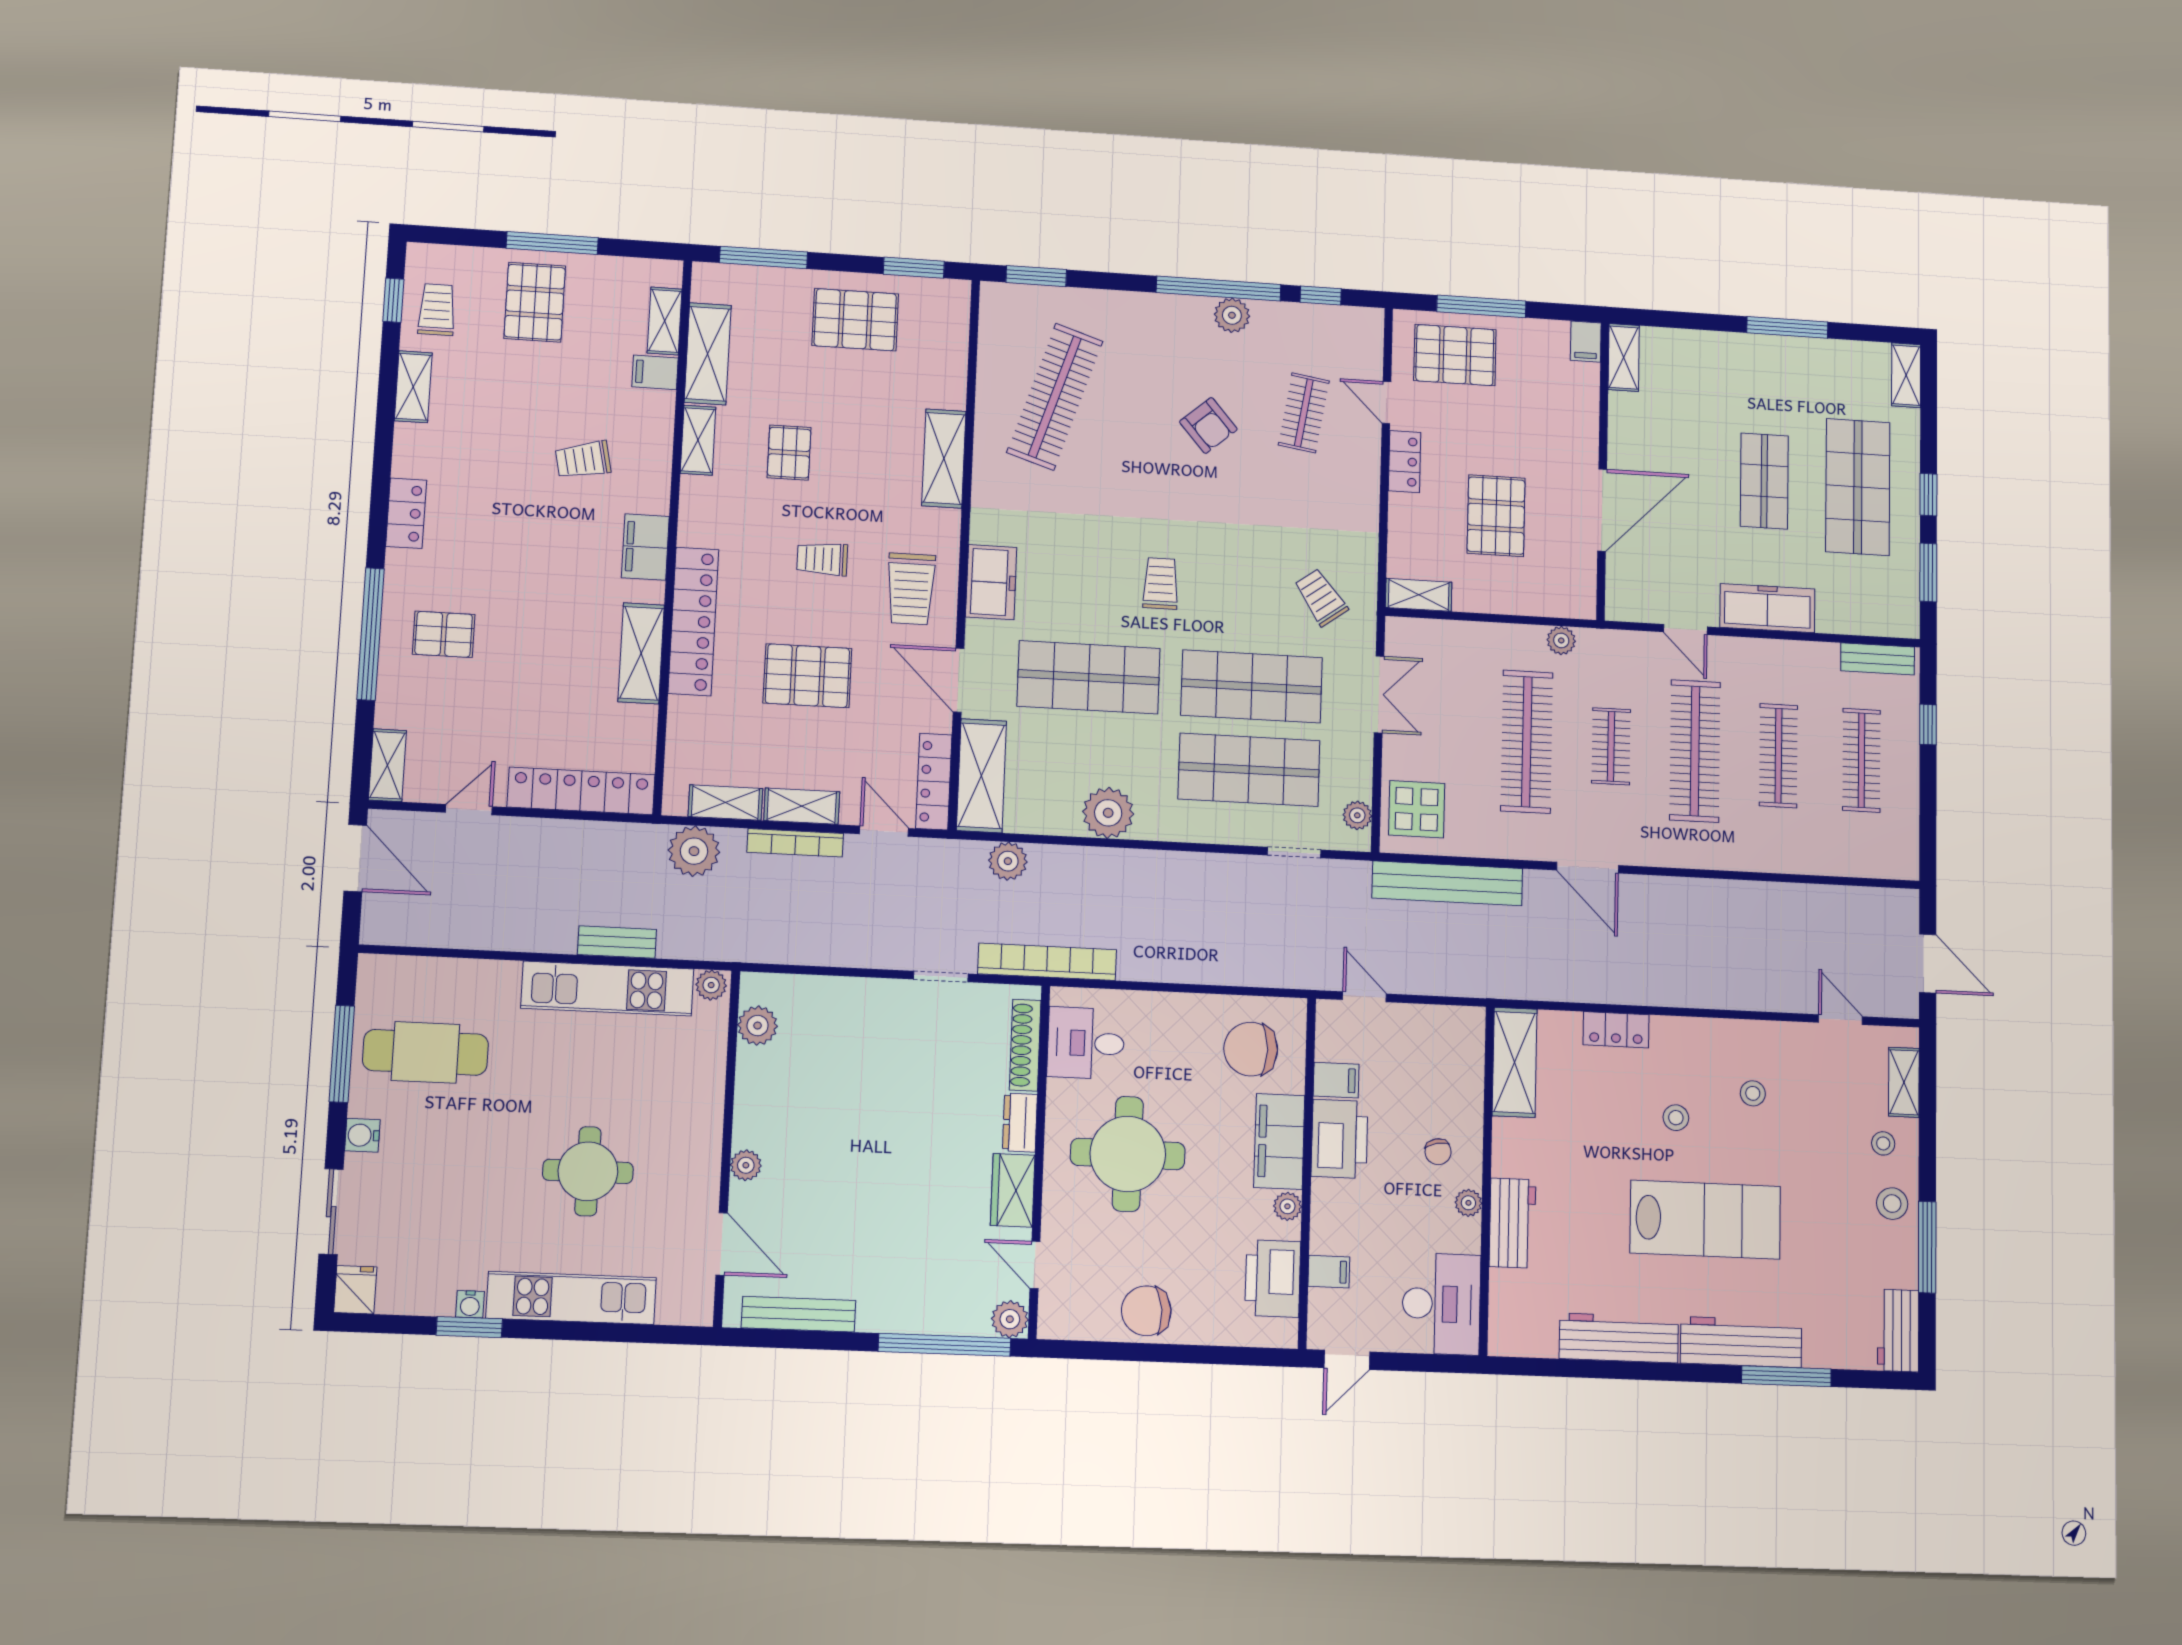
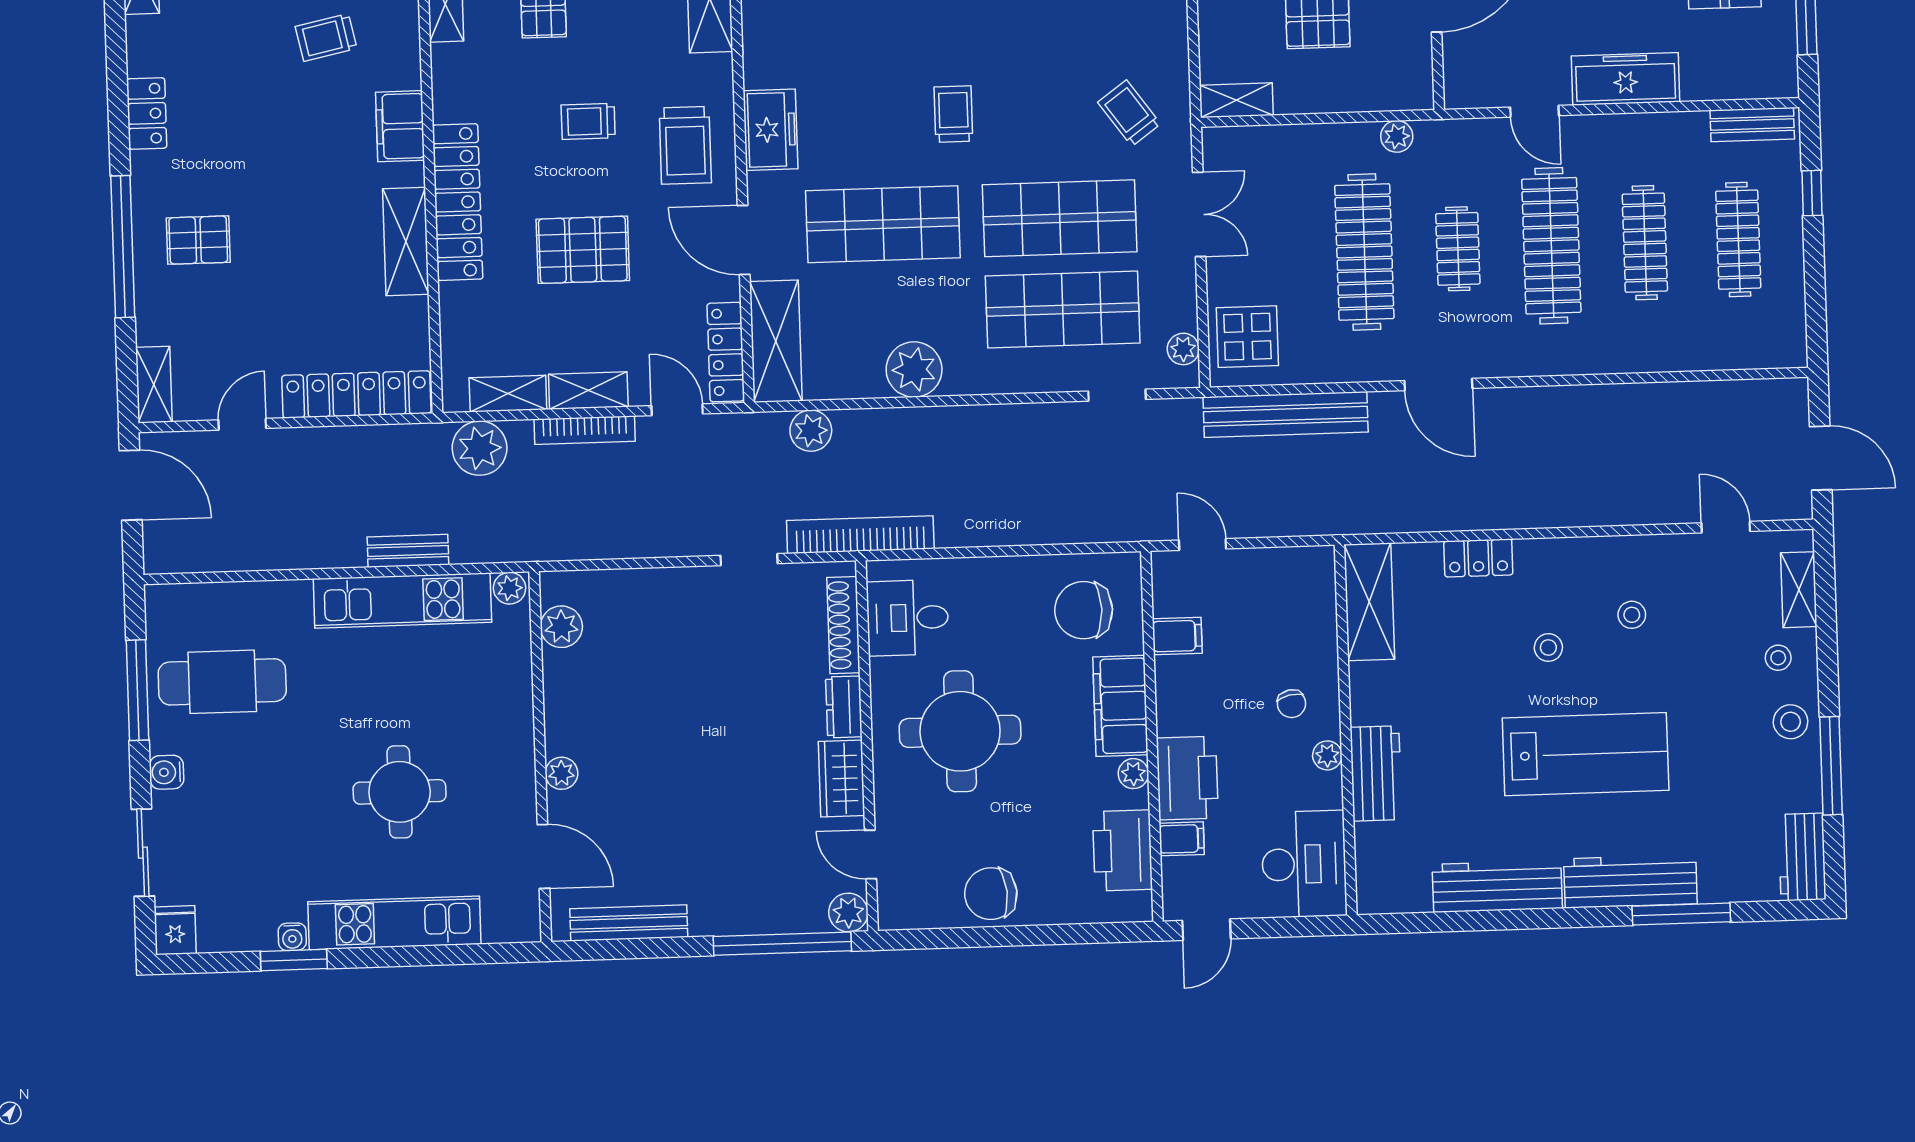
printer: (1339, 1139) -> (1187, 778), moved

